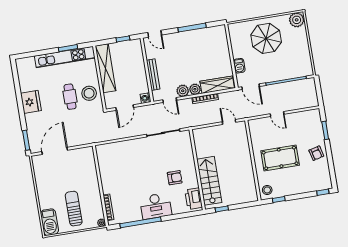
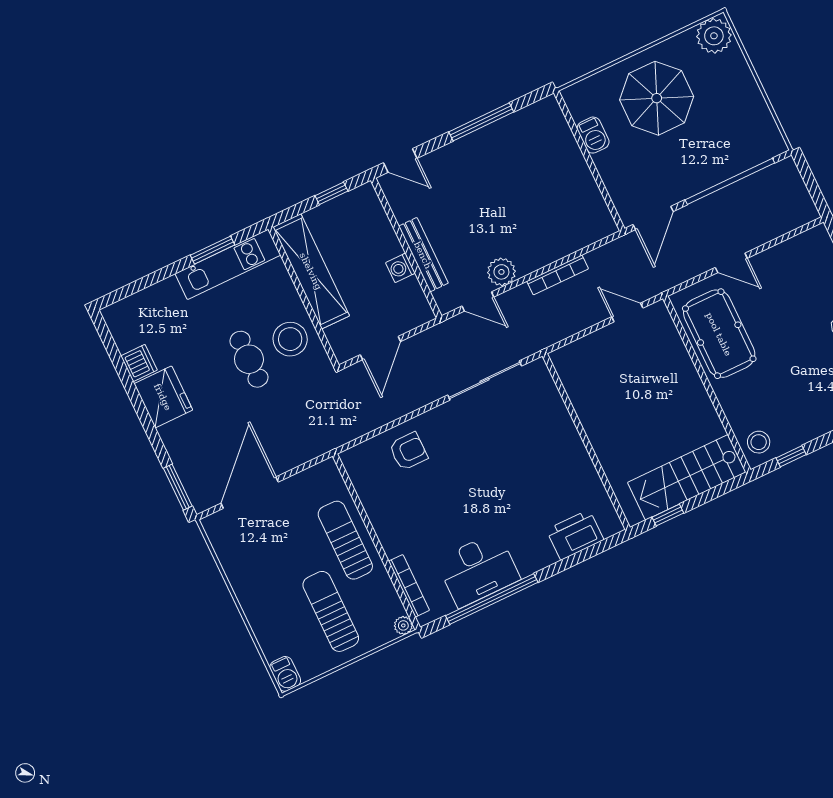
kitchen unit: (65, 57) -> (228, 264), width x0.73
barbecue: (239, 66) -> (593, 135), moved
dishwasher: (25, 85) -> (139, 363), added
wardrobe: (217, 85) -> (576, 235), removed
door: (251, 87) -> (653, 218), hinge flipped
plant: (195, 89) -> (528, 260), removed
washing machine: (146, 98) -> (400, 268), moved
pool table: (280, 158) -> (719, 334), moved, turned 90
armchair: (175, 178) -> (408, 451), moved
sun lounger: (88, 181) -> (345, 540), added
stairs: (209, 181) -> (687, 477), moved, turned -90
printer: (194, 199) -> (575, 535), moved, turned 90
desk: (156, 206) -> (478, 570), moved
barbecue: (49, 222) -> (285, 674), width x0.53, depth x0.65

